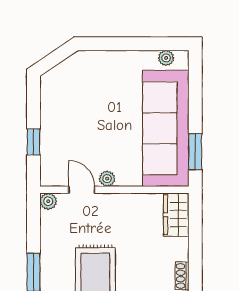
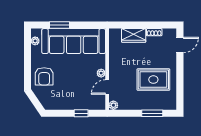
armchair: (101, 74) -> (44, 76), added
window: (195, 152) -> (60, 25), moved
wardrobe: (176, 215) -> (134, 35), moved

